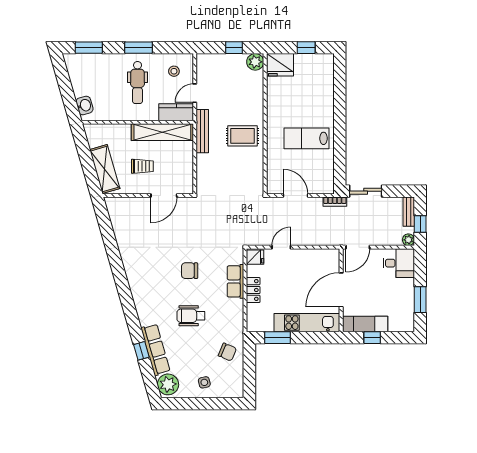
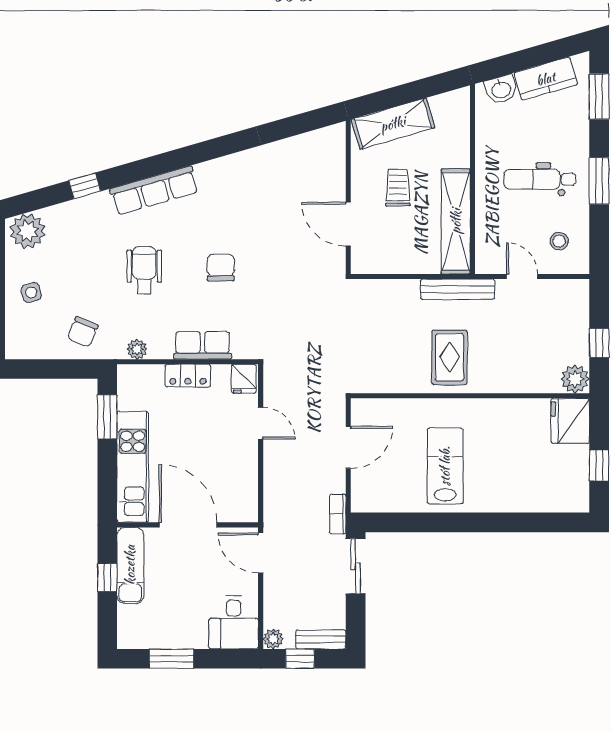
kitchen counter: (176, 112) -> (546, 79), moved, turned 74
trolley: (142, 166) -> (398, 188), turned 180
plant: (238, 320) -> (137, 349), added
row of seats: (156, 350) -> (154, 190), moved

